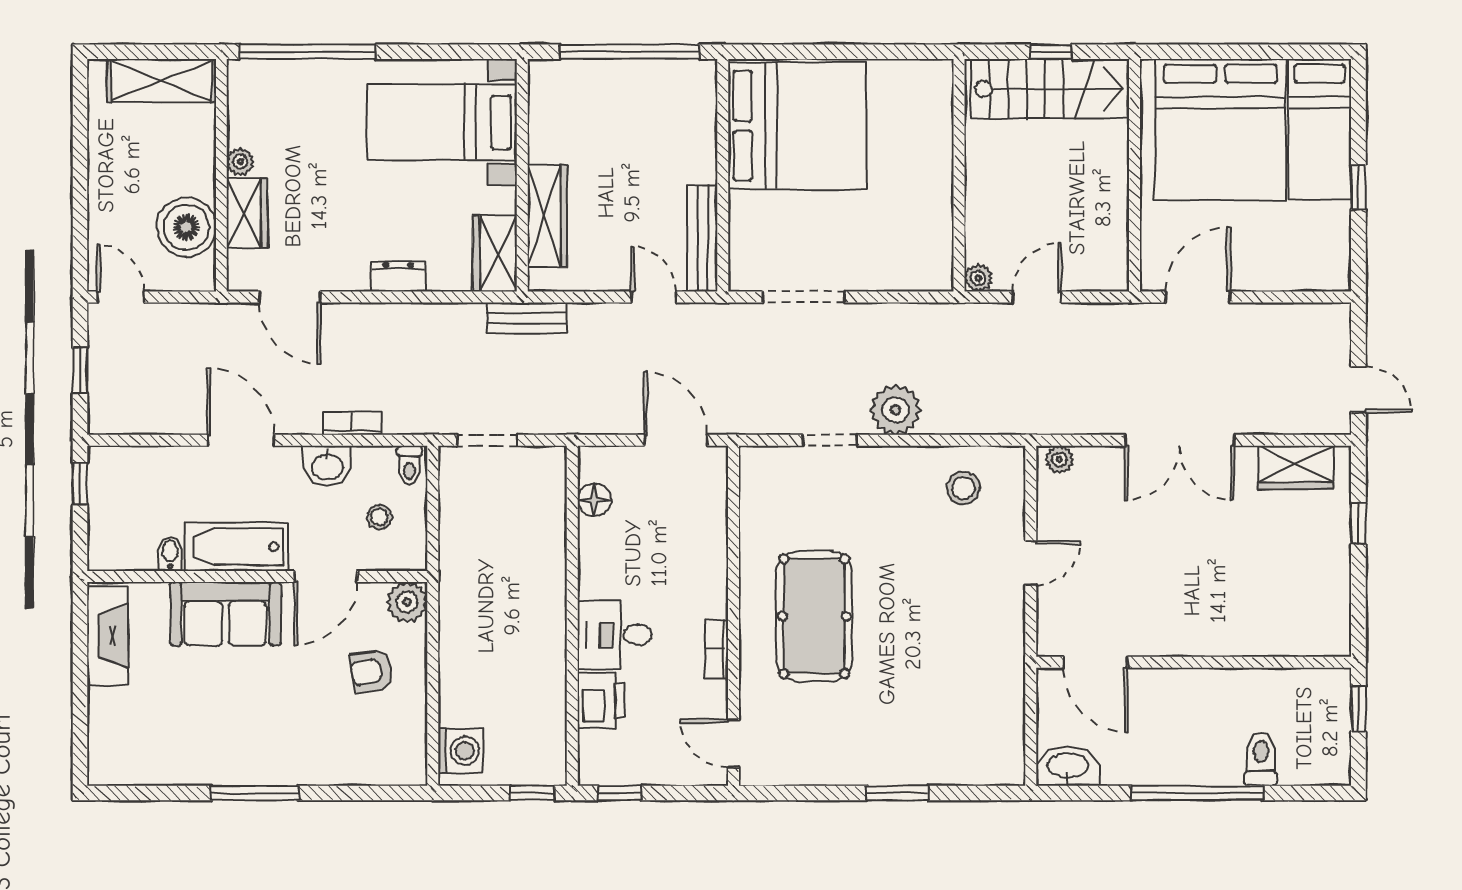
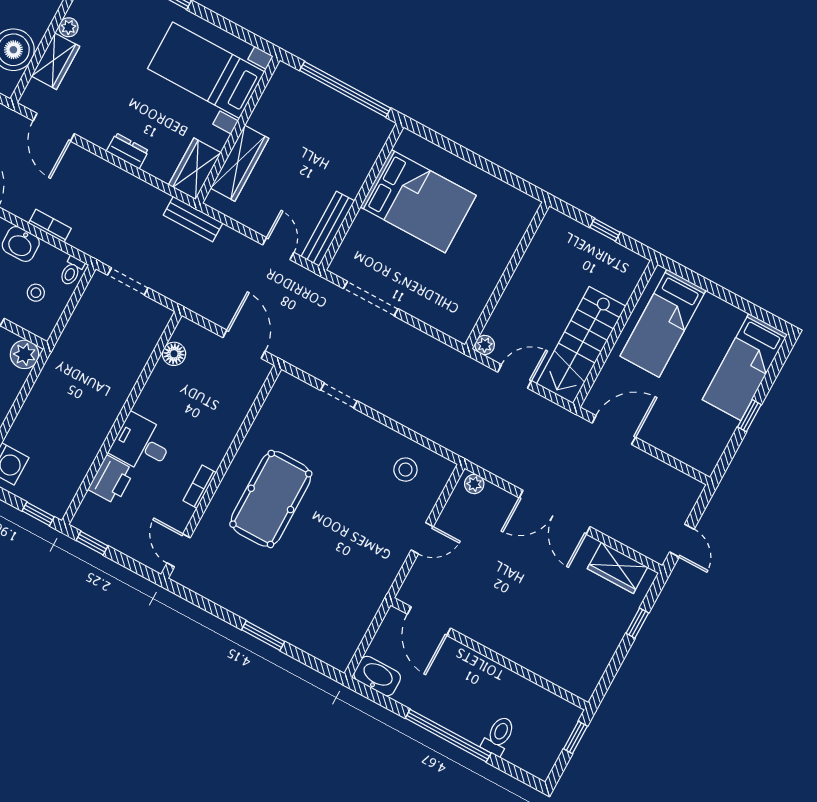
stairs: (1050, 89) -> (581, 345), moved, turned 90
bed: (797, 126) -> (418, 201), width x0.73
bed: (1220, 130) -> (663, 323), width x0.49
plant: (896, 410) -> (390, 399), removed

